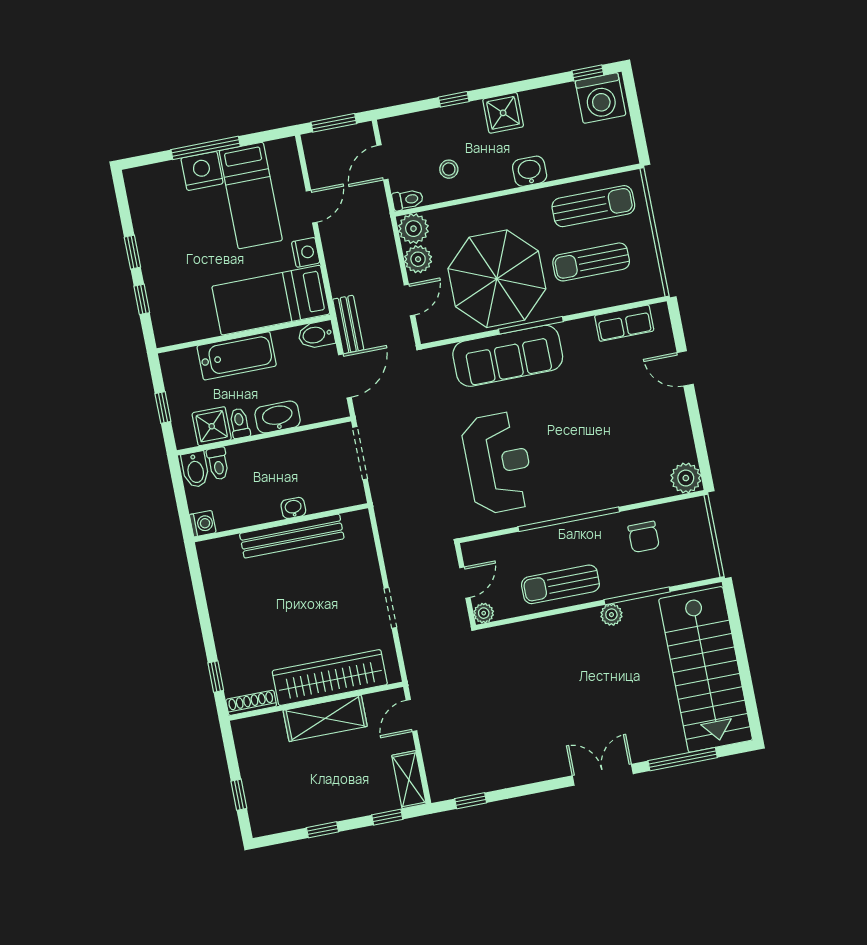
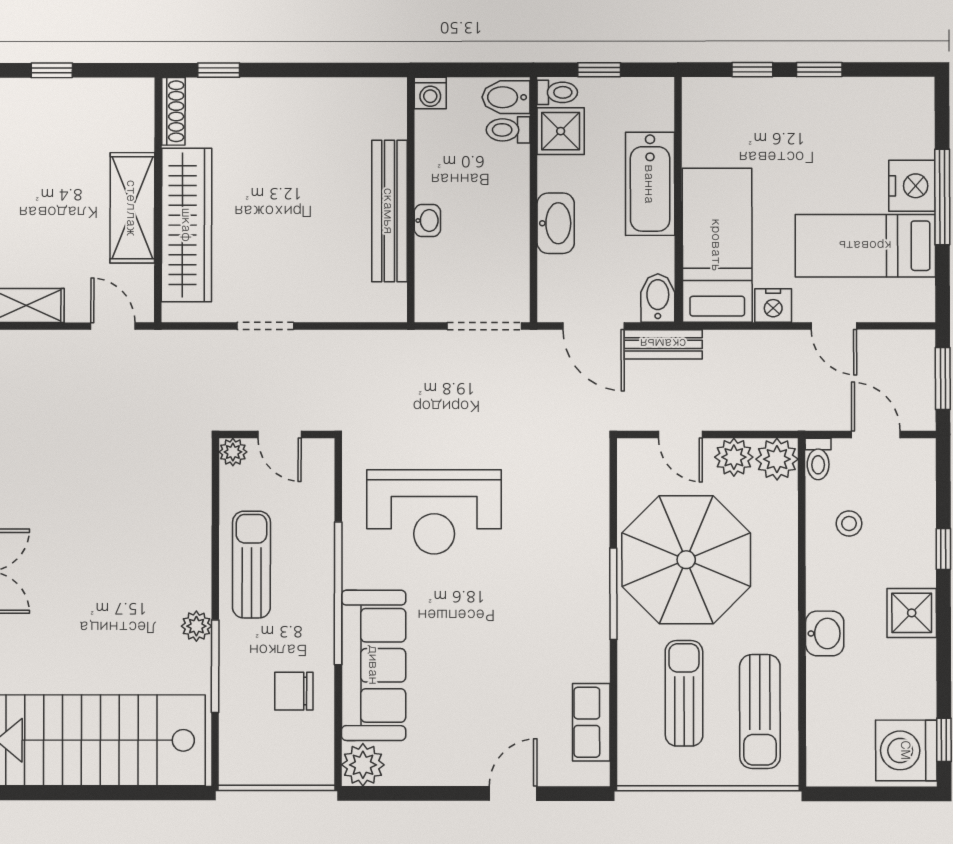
sofa: (508, 356) -> (374, 665), moved, turned 180
toilet: (240, 423) -> (557, 92), moved

